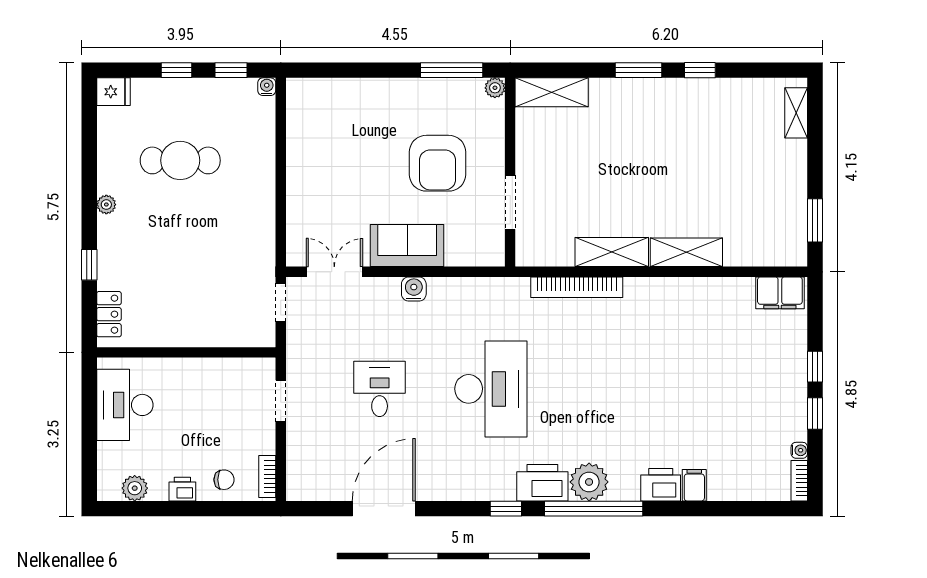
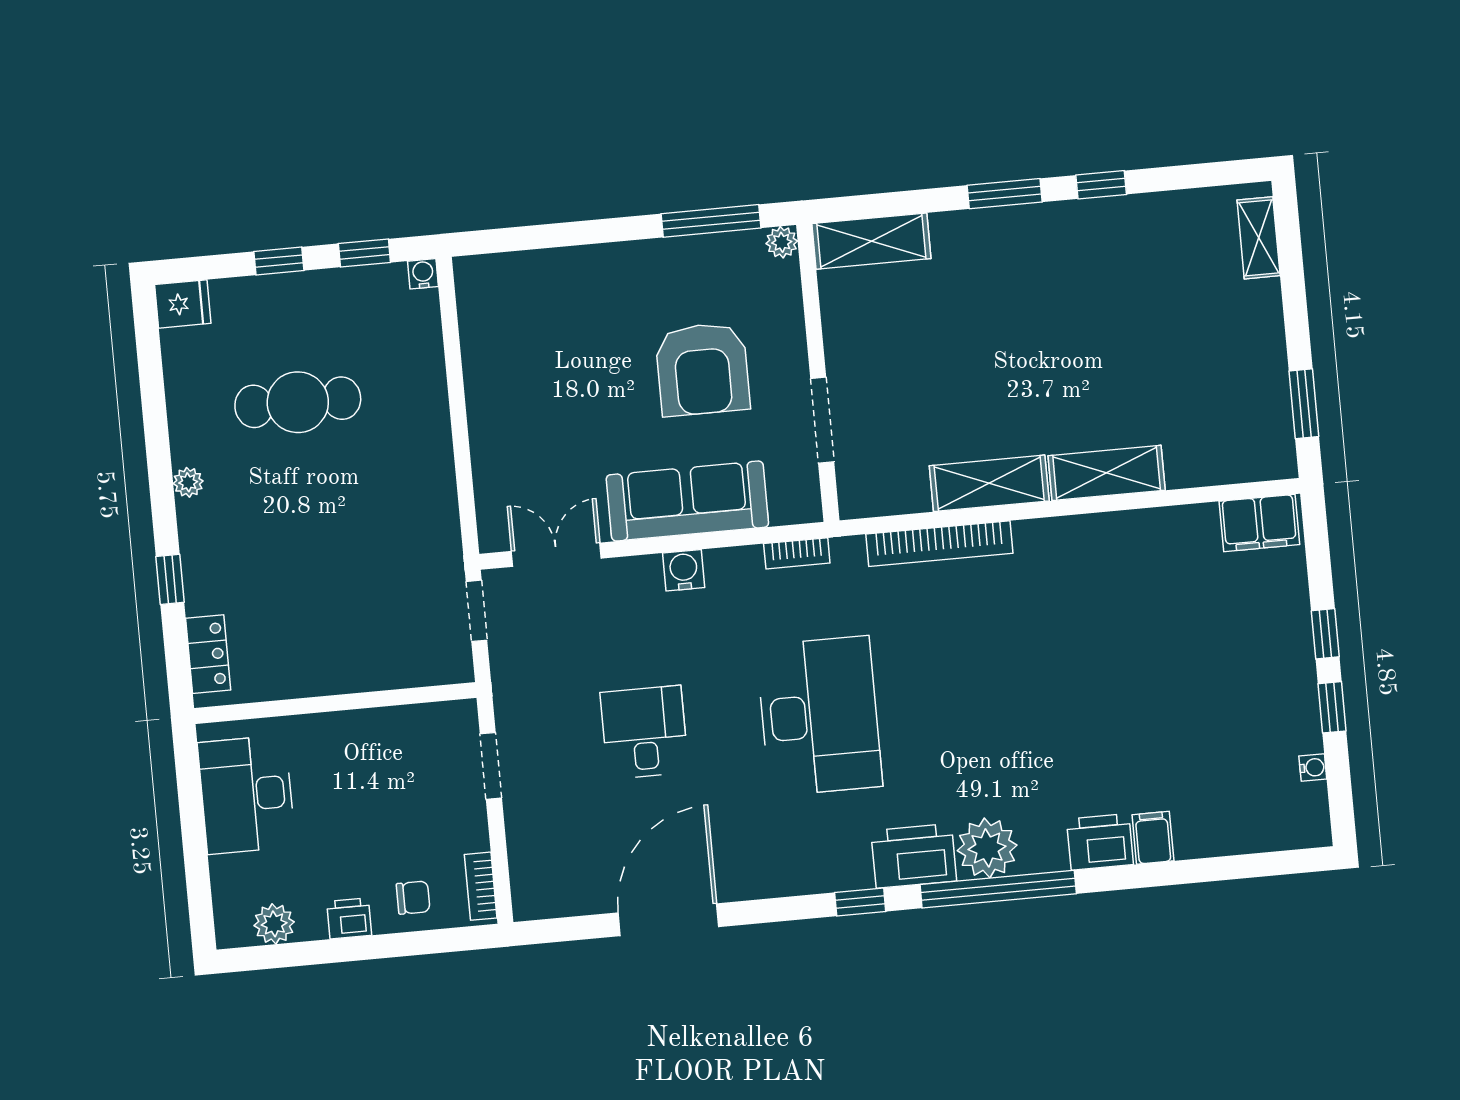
sofa: (407, 246) -> (687, 501), width x1.36
bookcase: (799, 481) -> (797, 553), moved, turned -90

